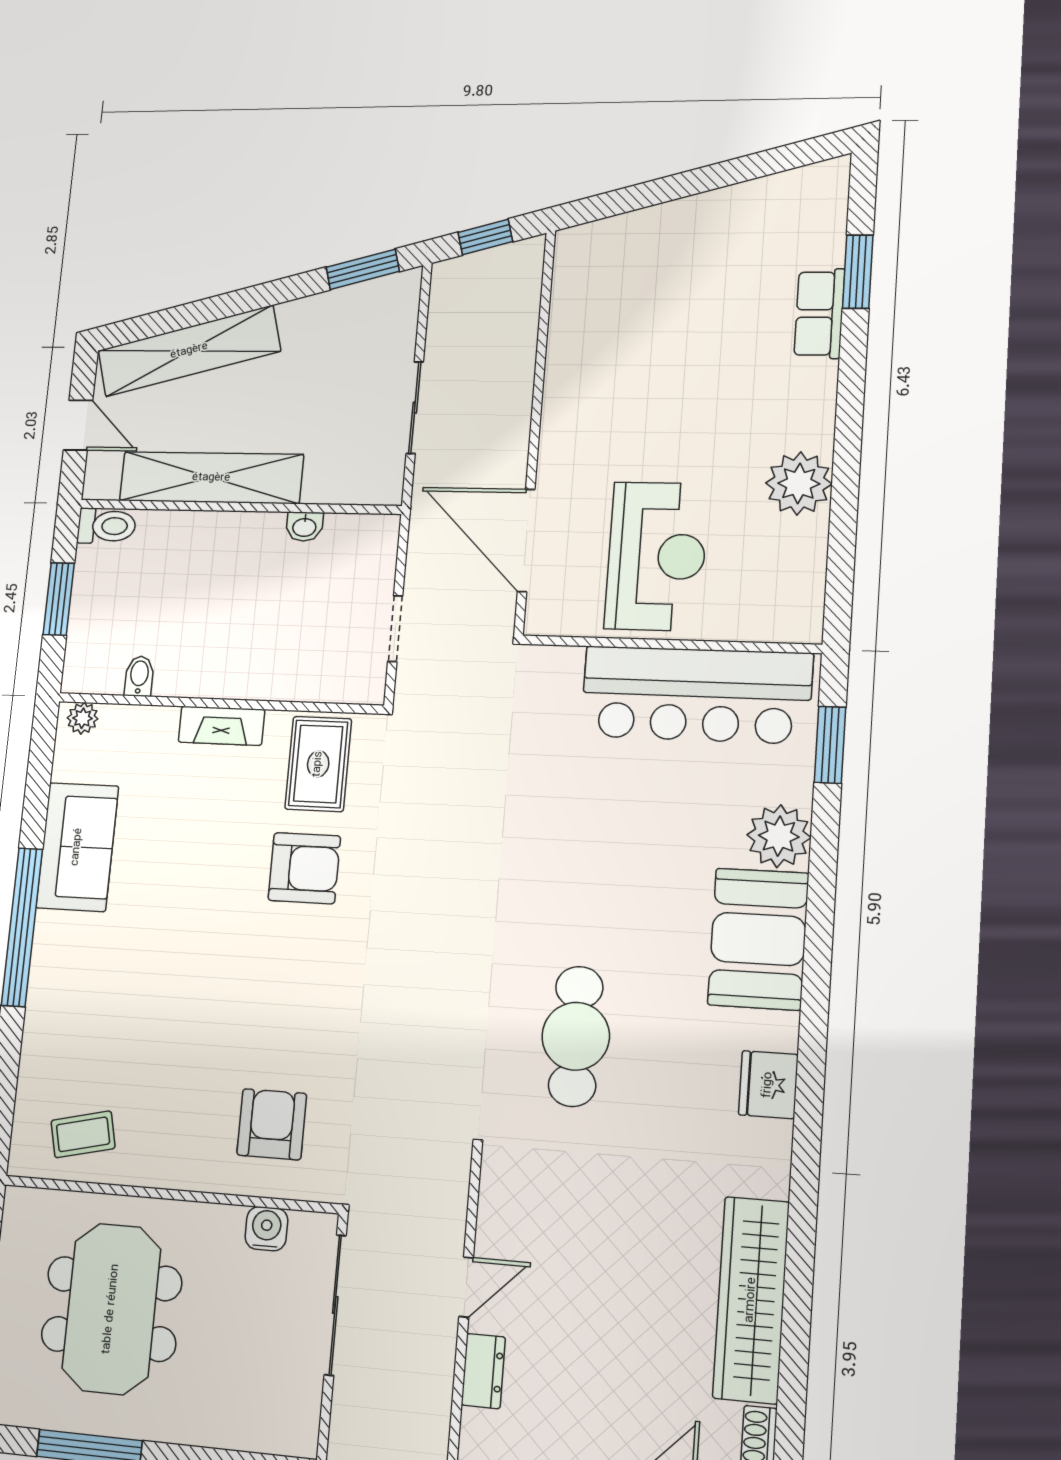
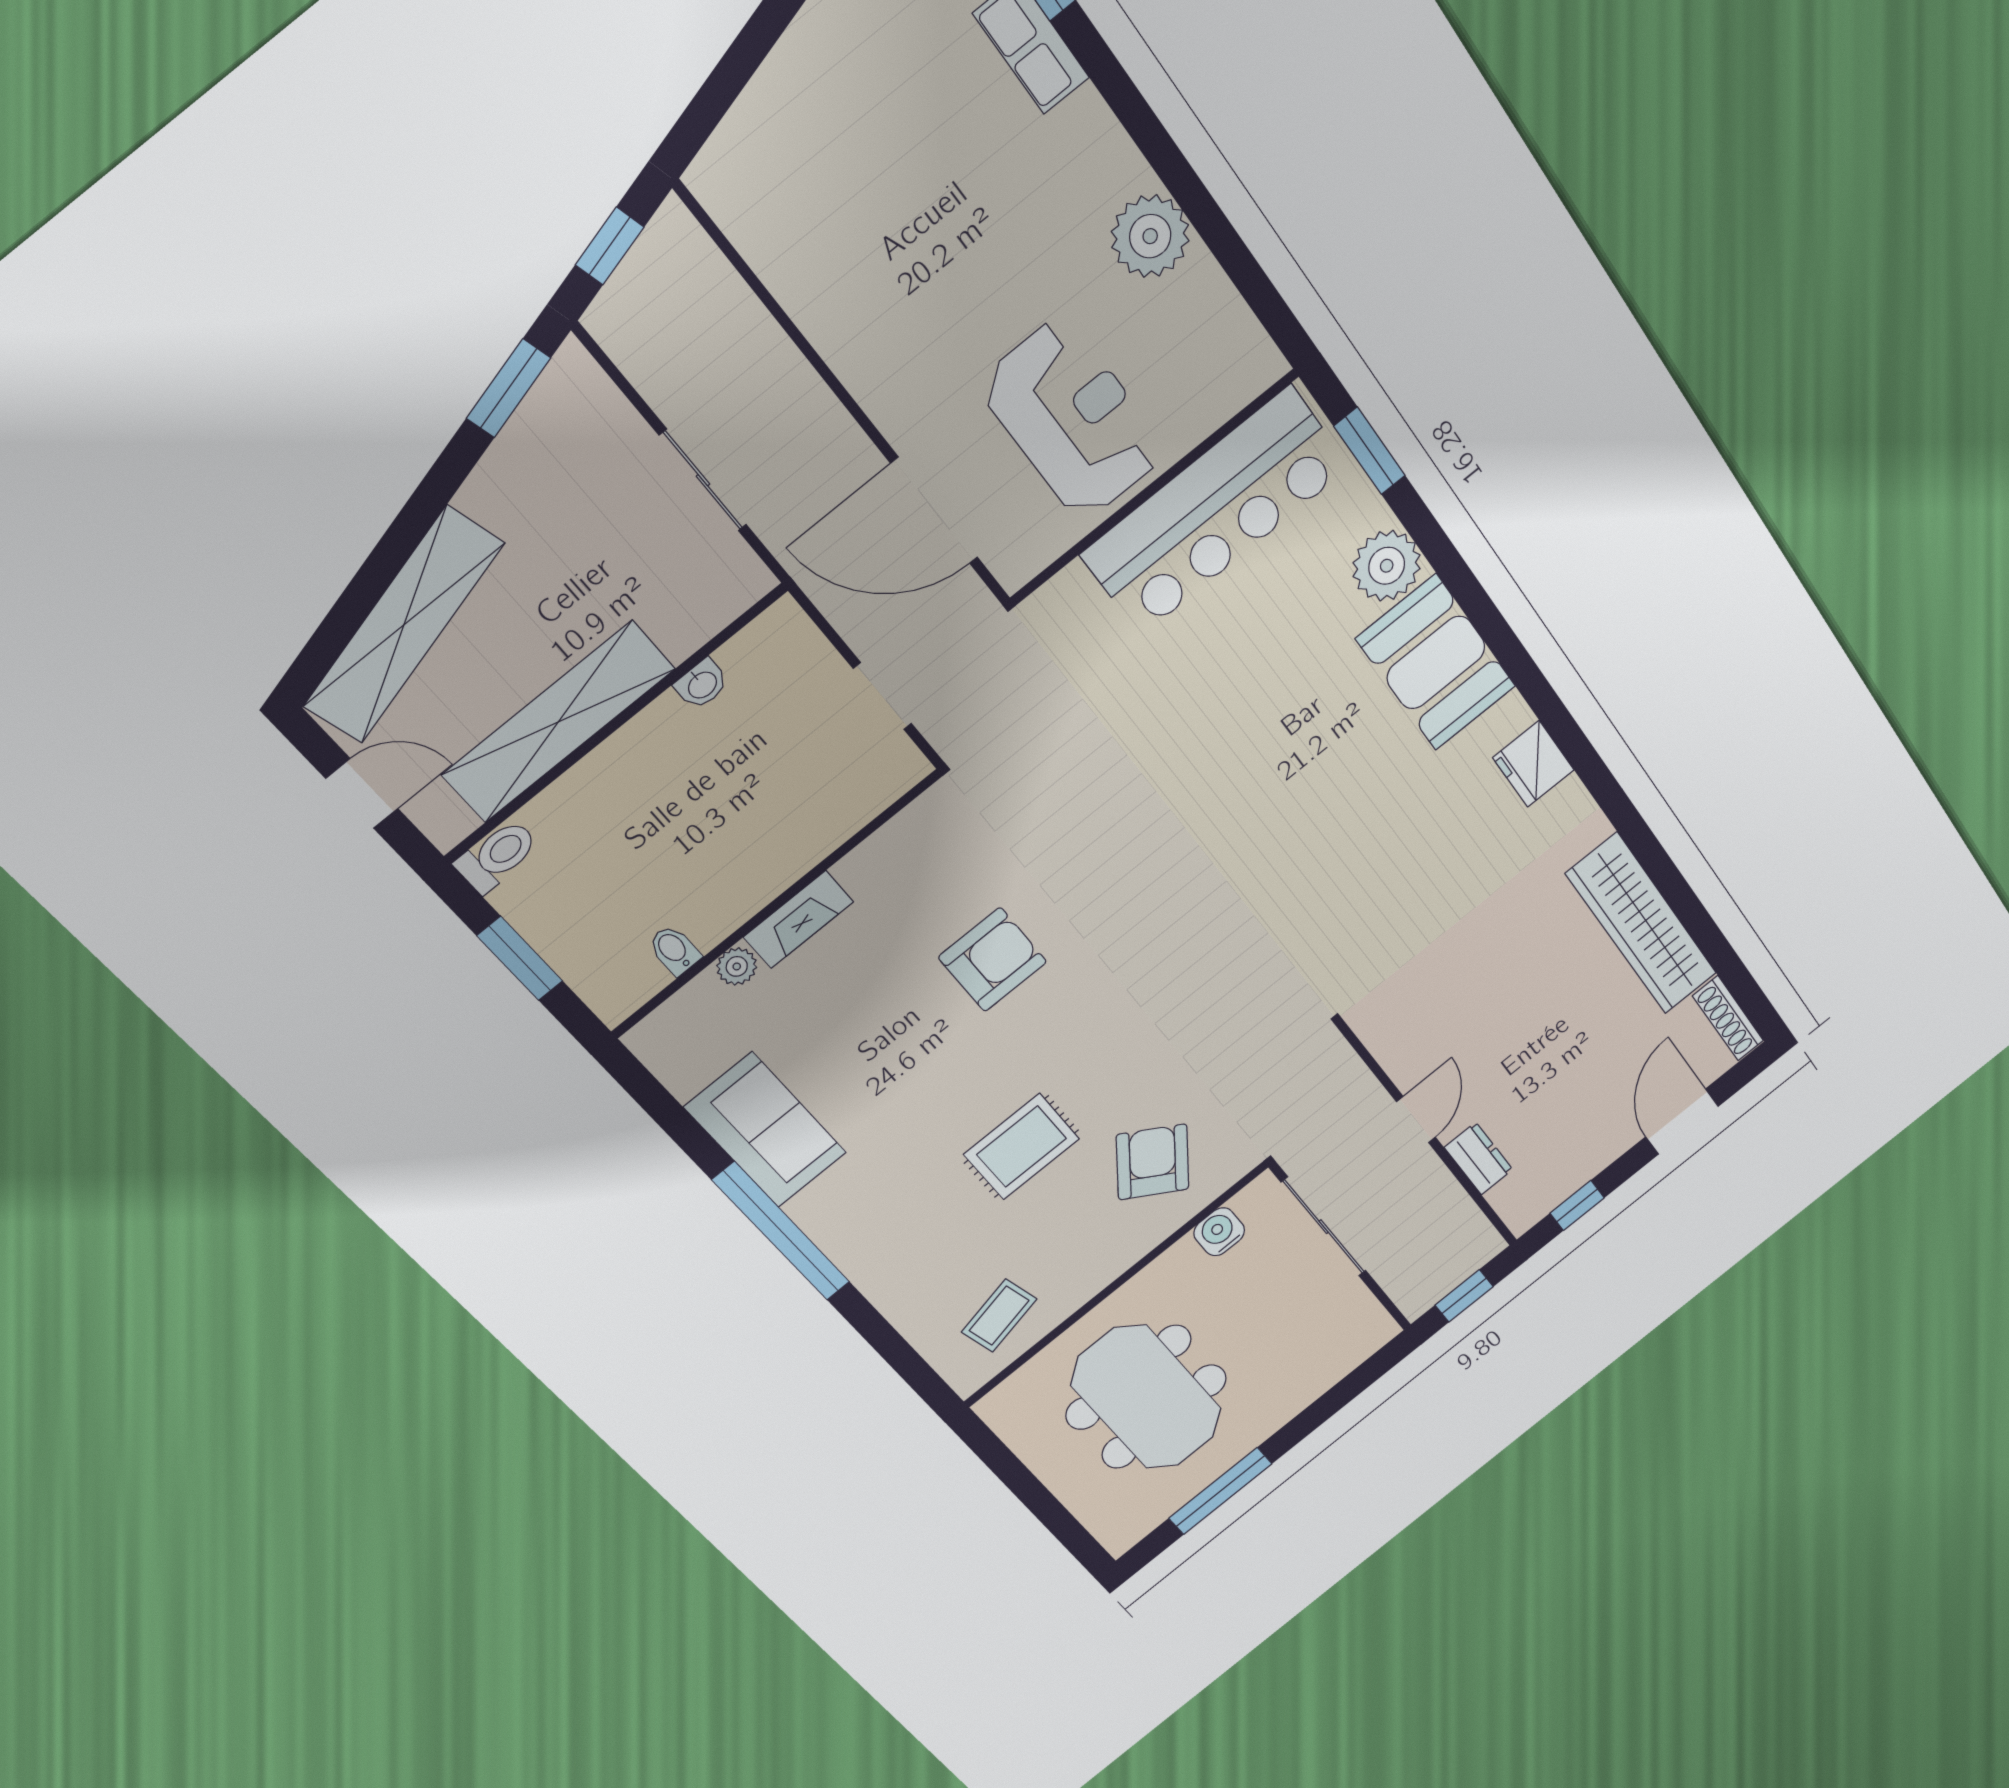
plant: (83, 718) -> (737, 966), moved
rug: (318, 764) -> (1022, 1147), moved, turned 90
cafe table: (576, 1036) -> (1347, 871), removed
armchair: (272, 1124) -> (1153, 1162), turned 34

